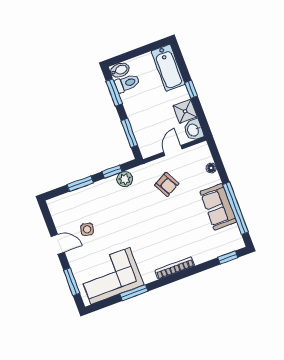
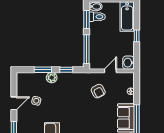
shower: (185, 111) -> (128, 49), removed
window: (129, 133) -> (86, 49), width x1.44
plant: (125, 179) -> (52, 78), moved
door: (58, 244) -> (14, 103), hinge flipped

